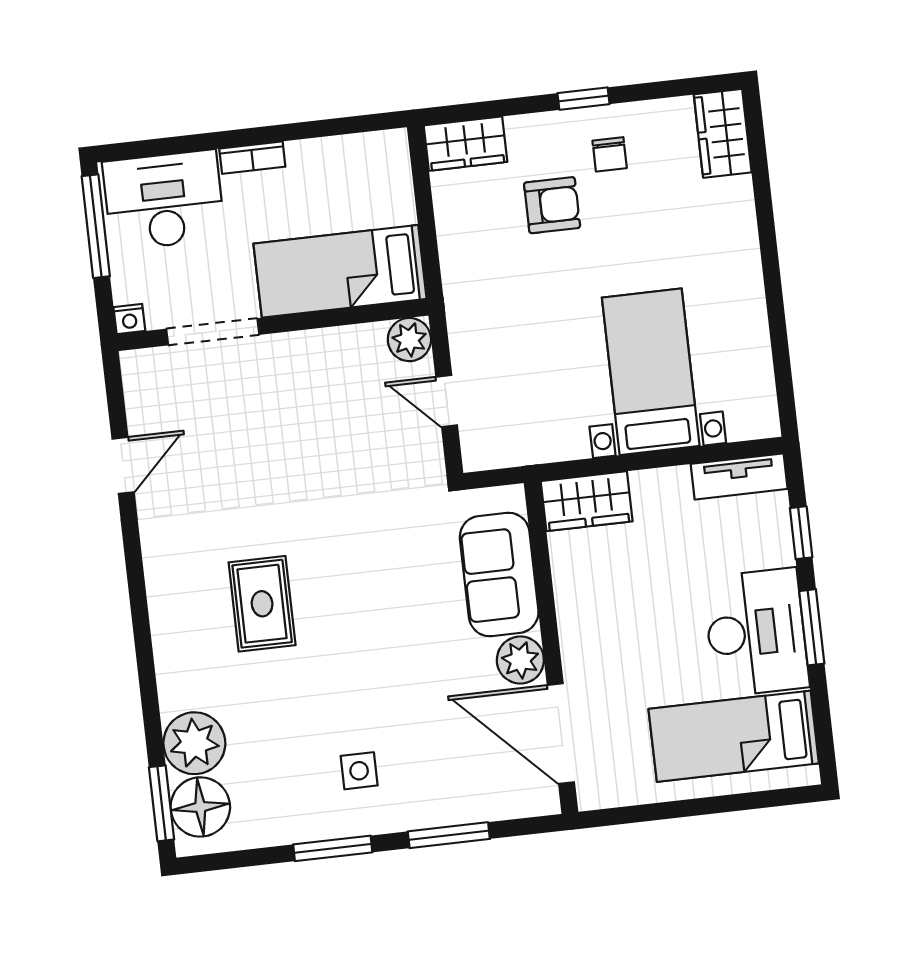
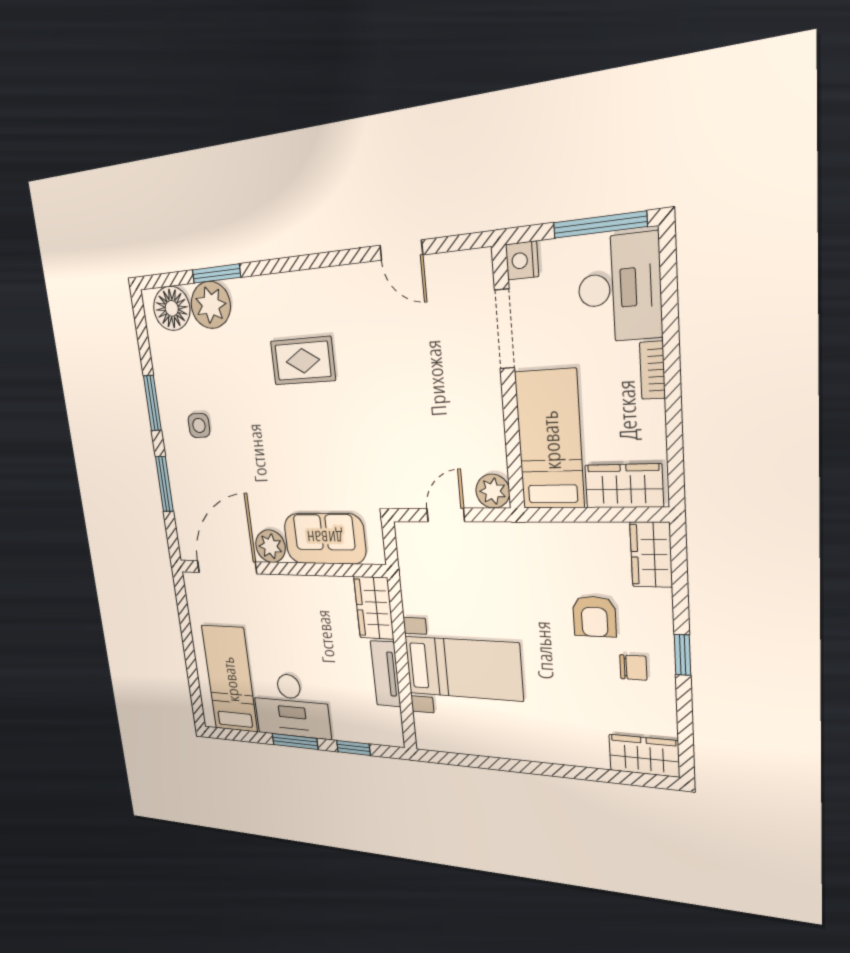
chair: (610, 154) -> (633, 667), turned 180
wardrobe: (387, 180) -> (624, 486), added
nightstand: (129, 319) -> (522, 260), width x1.39, depth x1.35
tv unit: (739, 476) -> (386, 674), moved
window: (162, 803) -> (216, 274), moved

